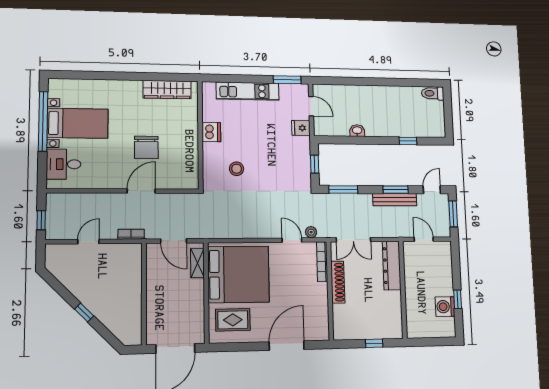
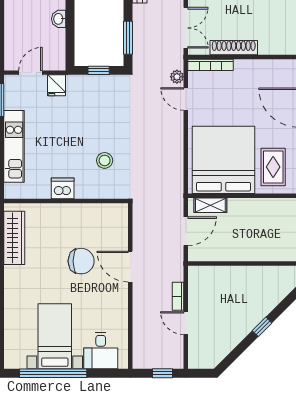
bookcase: (131, 234) -> (178, 296), moved
door: (292, 240) -> (186, 99), hinge flipped

